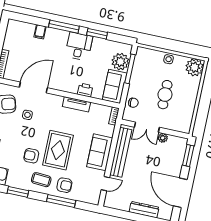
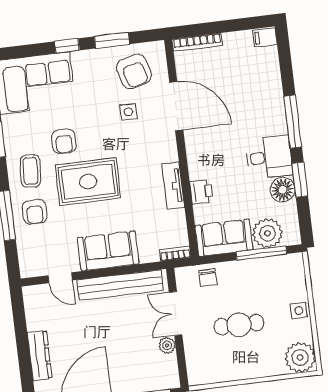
filing cabinet: (40, 32) -> (265, 37), moved
floor lamp: (99, 45) -> (283, 190), added
armchair: (31, 156) -> (64, 141), turned 180

